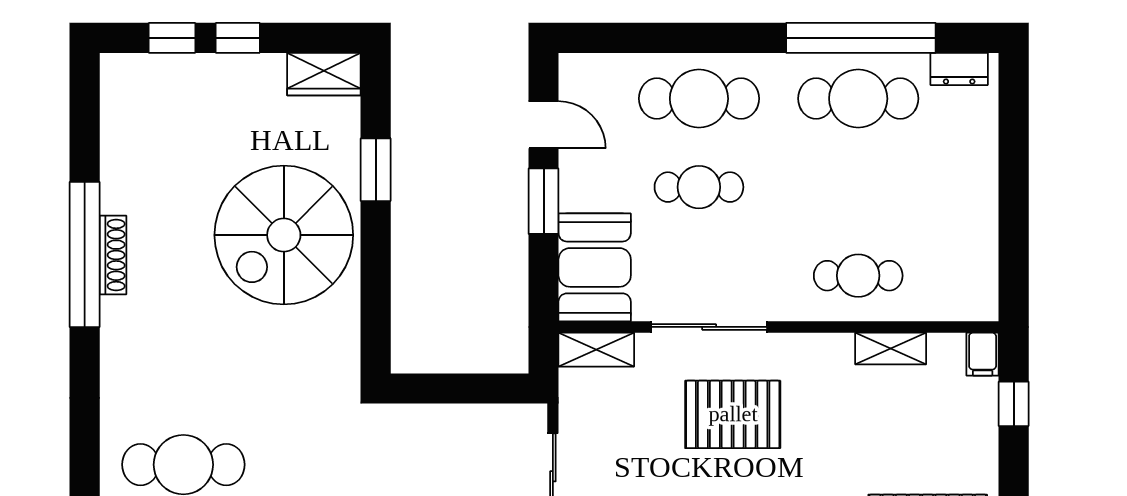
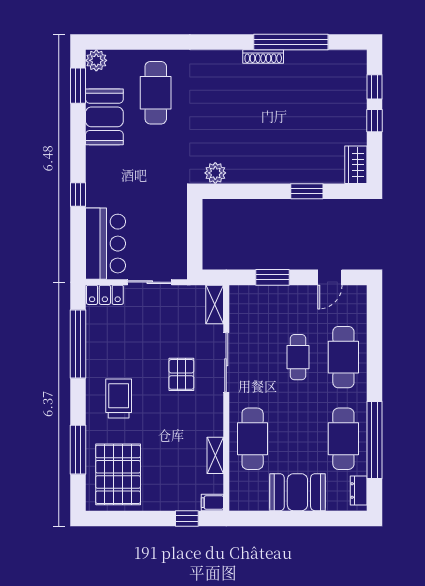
window: (544, 201) -> (273, 277), moved
spiral stairs: (284, 235) -> (273, 144), removed
window: (85, 255) -> (291, 42), moved
booth: (595, 267) -> (297, 492), moved
cafe table: (858, 276) -> (253, 439), width x1.37, depth x1.35
plant: (340, 348) -> (215, 173), added
pallet: (733, 414) -> (181, 374), width x0.67, depth x0.71

